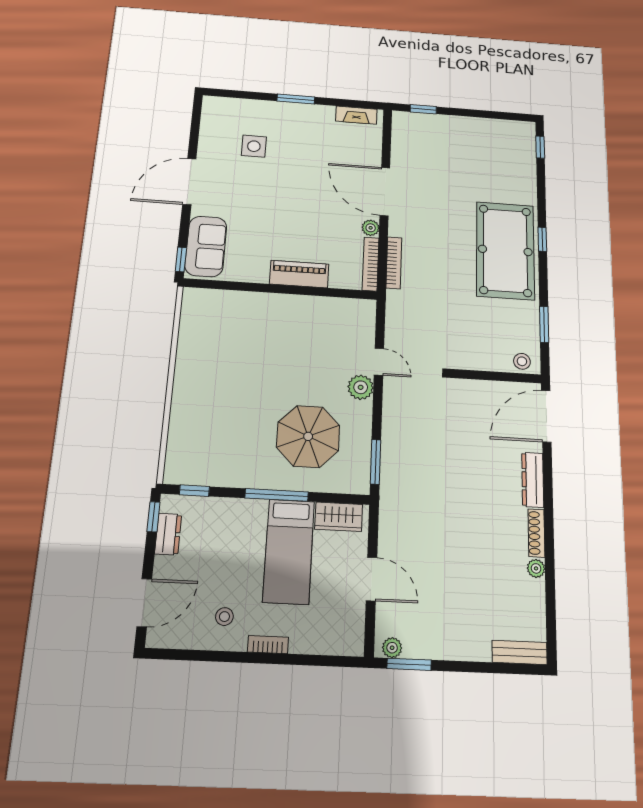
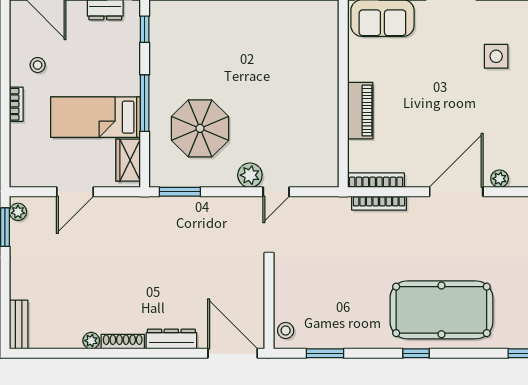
plant: (371, 228) -> (500, 179), moved
pool table: (505, 250) -> (441, 310), moved

